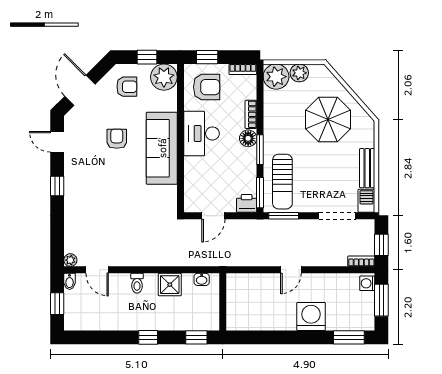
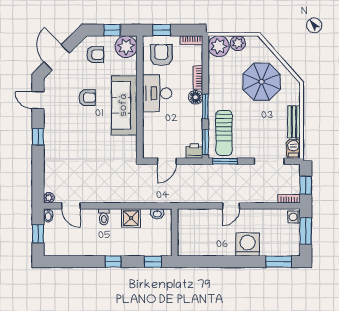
armchair: (207, 87) -> (161, 55), turned -90
armchair: (117, 139) -> (87, 98), turned 90

